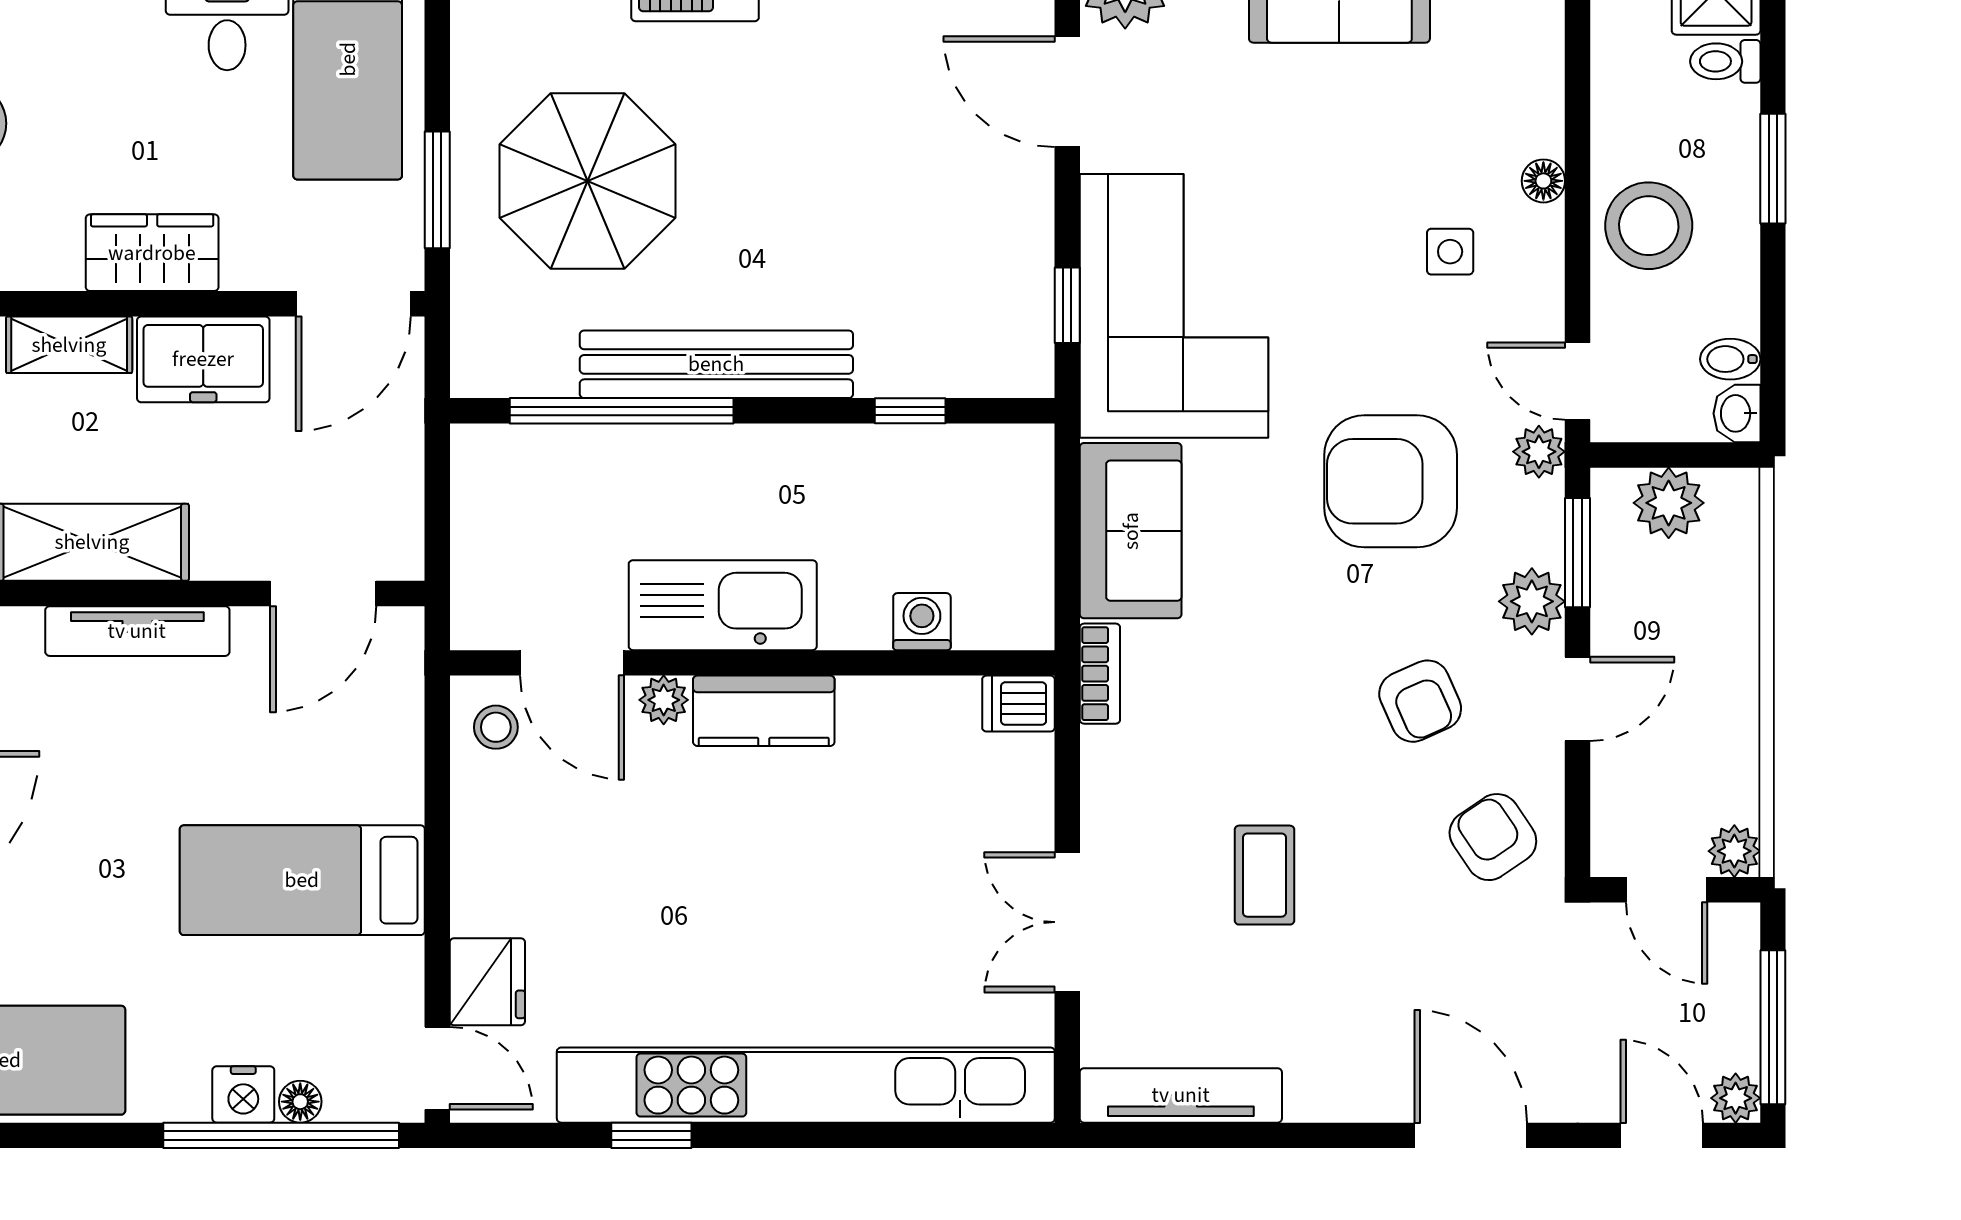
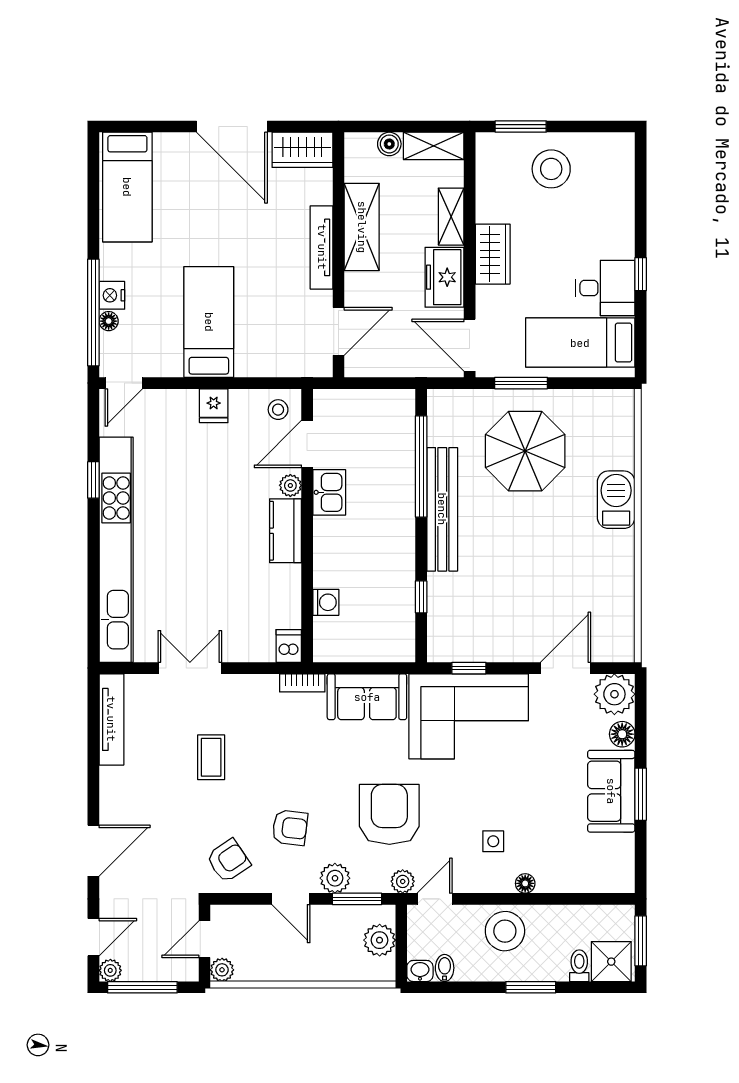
door: (323, 594) -> (339, 331), swing flipped
kitchen sink: (723, 605) -> (329, 492), width x0.53, depth x0.81
armchair: (1420, 701) -> (290, 828), turned -149
coffee table: (1264, 875) -> (211, 757), turned 90
fridge: (487, 982) -> (214, 406), moved, width x0.72

